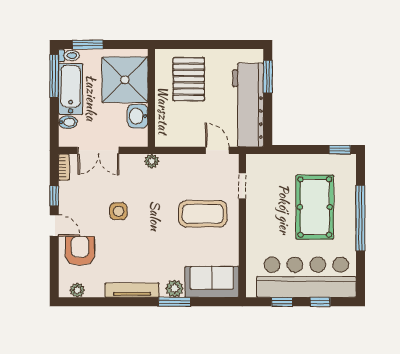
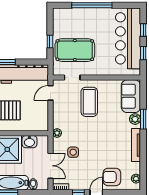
window: (340, 150) -> (50, 42), moved
pool table: (315, 207) -> (75, 50), moved
side table: (118, 211) -> (73, 152), moved

